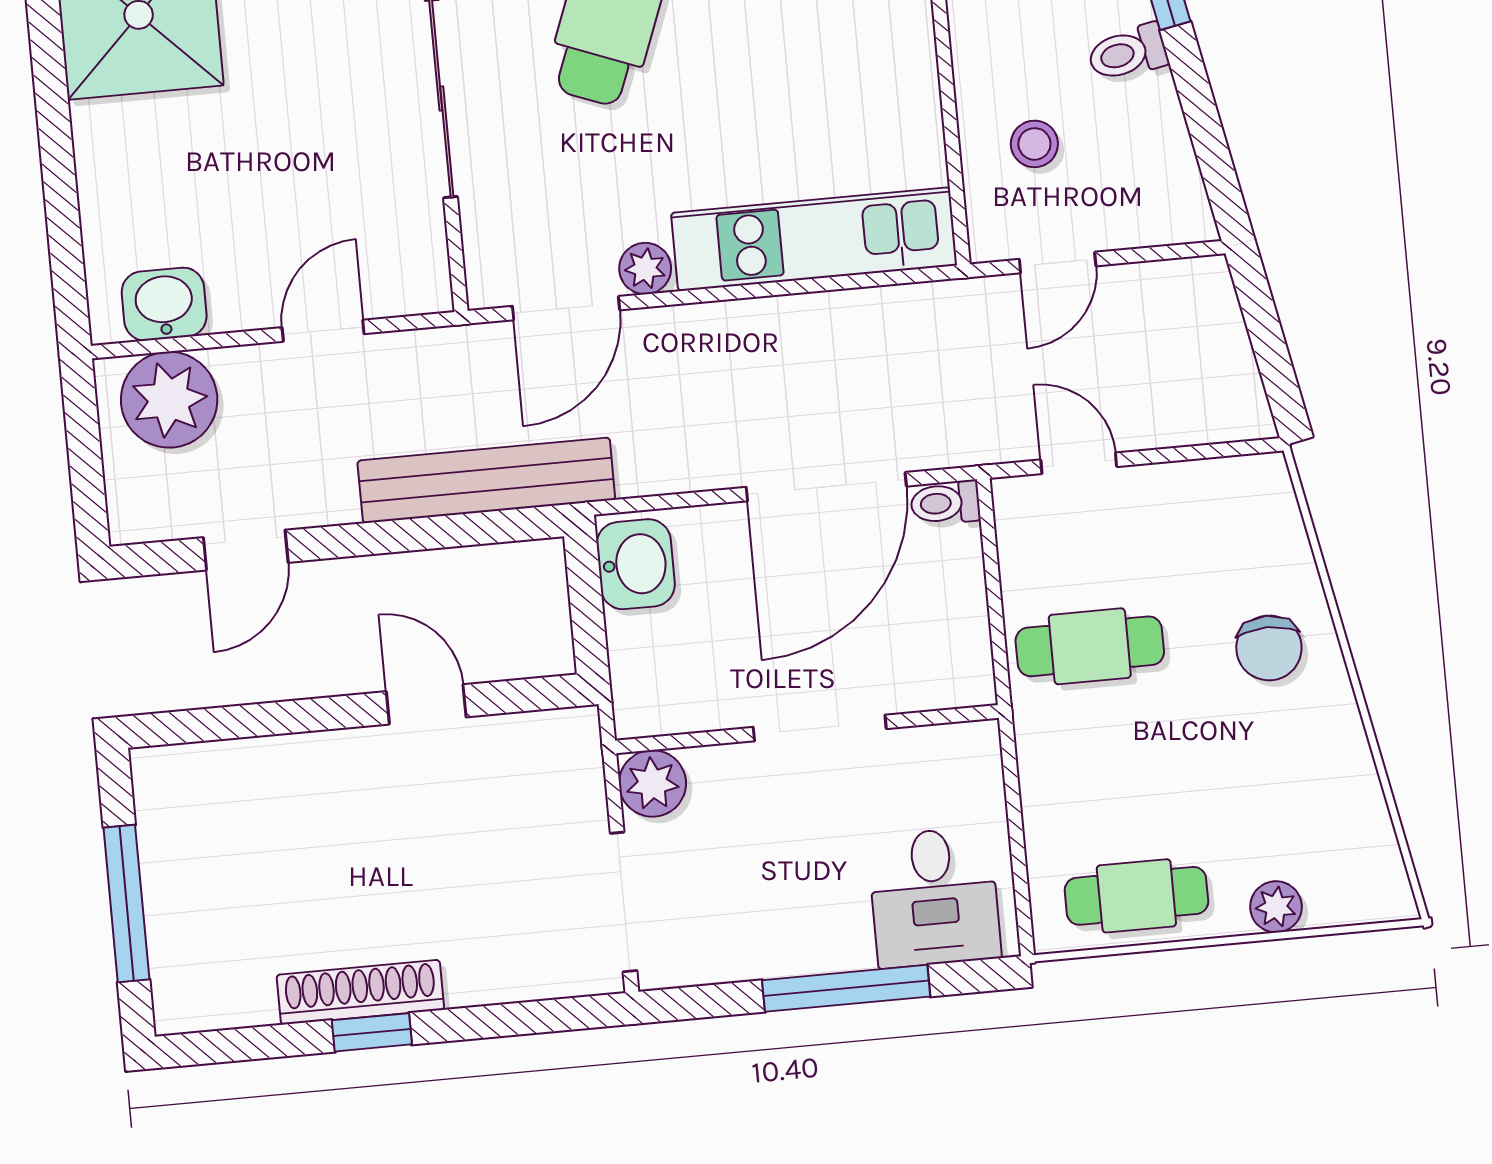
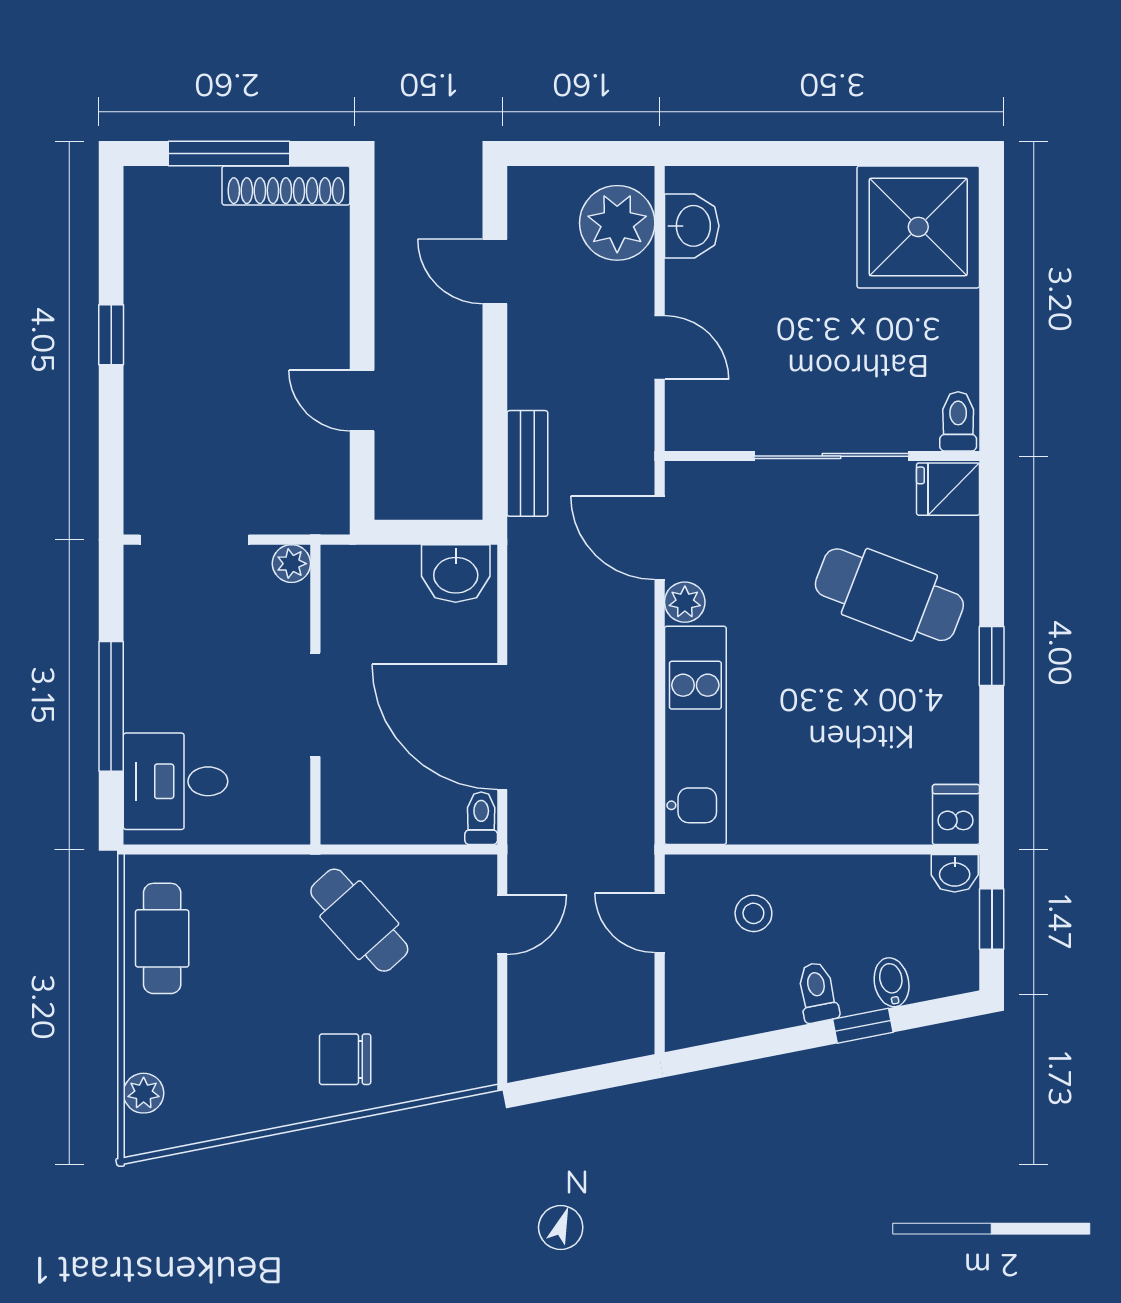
bench: (486, 480) -> (527, 463), width x0.54, depth x0.82
cafe table: (1090, 646) -> (359, 920), turned -42
door: (426, 704) -> (362, 401), swing flipped
plant: (652, 783) -> (291, 564), width x0.73, depth x0.73
plant: (1276, 907) -> (144, 1093), moved
shoe rack: (360, 992) -> (286, 186), moved, turned 90

